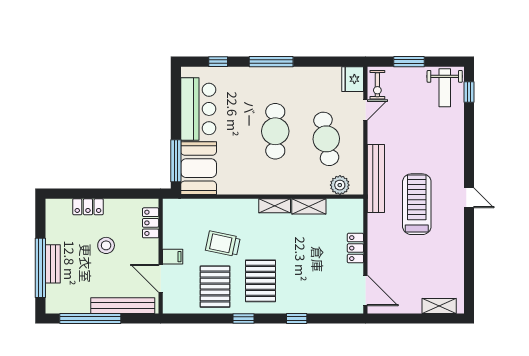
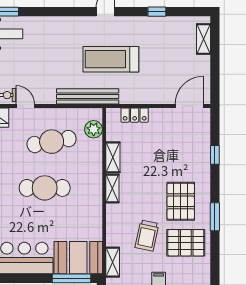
shelving: (194, 206) -> (113, 262), added
locker: (355, 248) -> (135, 115), moved
window: (469, 255) -> (157, 12), added
pallet: (261, 281) -> (181, 201), turned 90
window: (244, 319) -> (215, 217), width x1.50
window: (297, 319) -> (215, 155), moved

